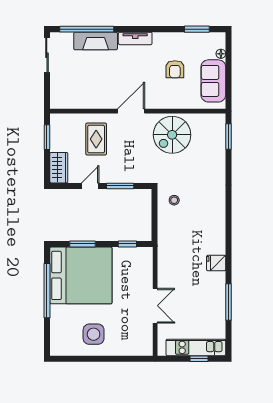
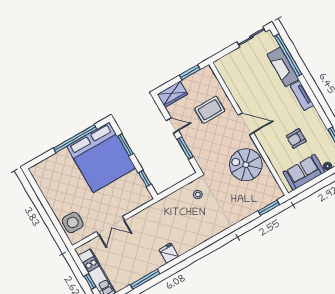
side table: (94, 334) -> (73, 222), moved

